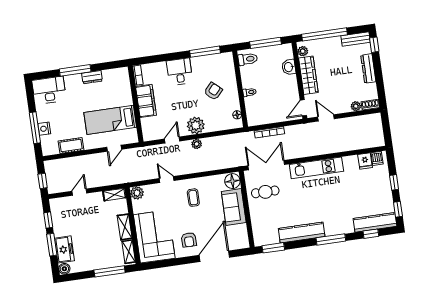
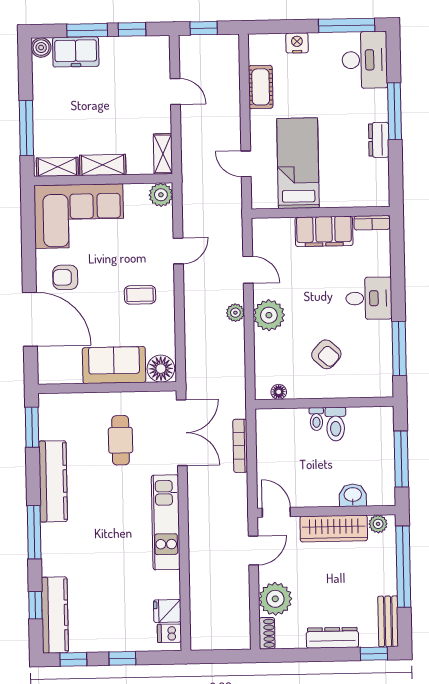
toilet: (248, 59) -> (336, 424), moved
plant: (356, 106) -> (275, 599), width x1.87, depth x1.87
window: (35, 128) -> (347, 25), moved
cafe table: (265, 192) -> (121, 440), moved

